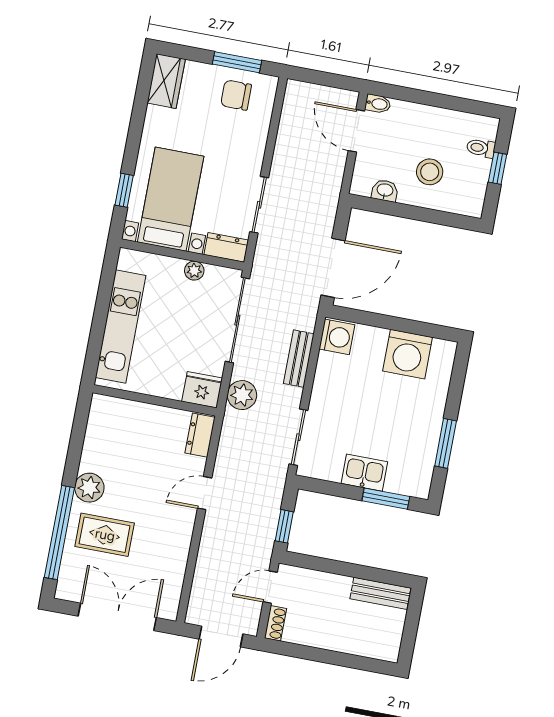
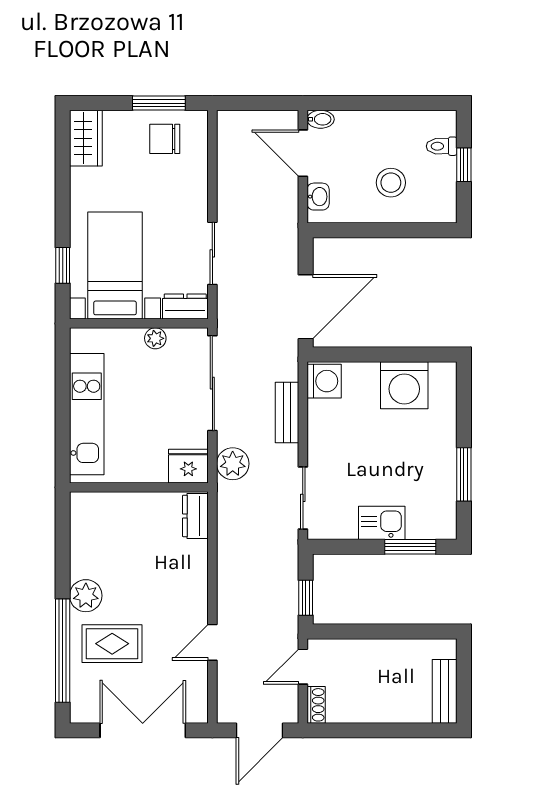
washbasin: (385, 191) -> (318, 197), moved, turned 90
door: (205, 493) -> (212, 642), moved
bench: (380, 593) -> (445, 691), moved, turned 90

